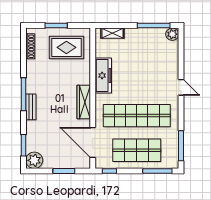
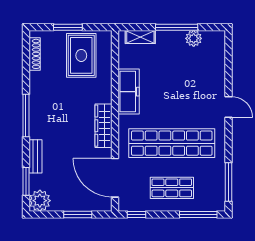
window: (154, 25) -> (177, 27), moved
plant: (172, 34) -> (194, 38), moved
rug: (66, 47) -> (81, 55), turned 90
bench: (31, 107) -> (35, 156), moved
shop shelf: (137, 150) -> (172, 188), width x0.70, depth x0.74

